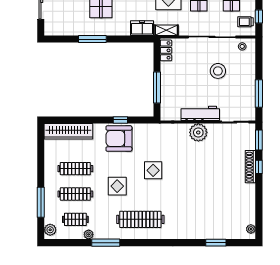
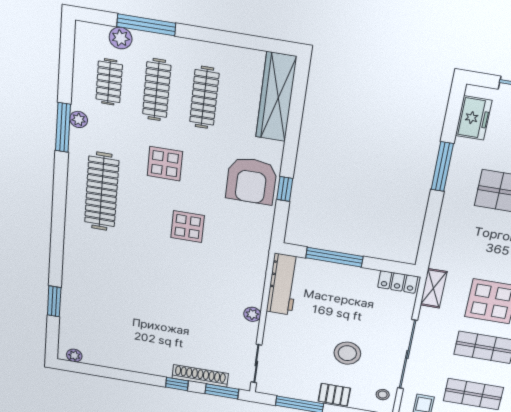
freezer: (142, 28) -> (474, 118), moved
pallet: (248, 74) -> (334, 395), added
workbench: (200, 113) -> (283, 284), moved
plant: (198, 132) -> (252, 314), width x0.53, depth x0.53
armchair: (119, 139) -> (251, 181), turned 180
shoe rack: (250, 167) -> (200, 376), moved
plant: (50, 230) -> (121, 38), moved
plant: (89, 234) -> (79, 119), moved

